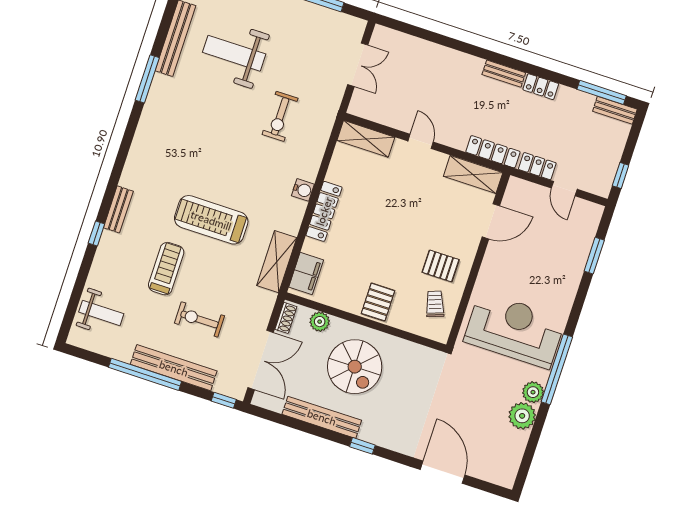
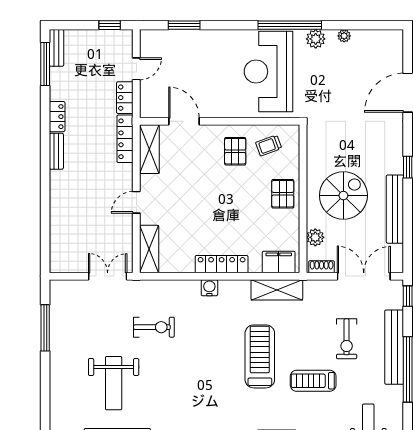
double door: (358, 65) -> (108, 276), moved
treadmill: (211, 220) -> (260, 356), turned 180
pallet: (378, 302) -> (283, 194), turned 90
plant: (522, 416) -> (344, 36), width x0.53, depth x0.53

